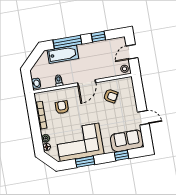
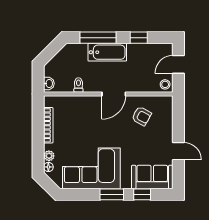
bathtub: (63, 54) -> (107, 52), moved
armchair: (62, 107) -> (77, 120), removed
window: (85, 162) -> (112, 194), moved

